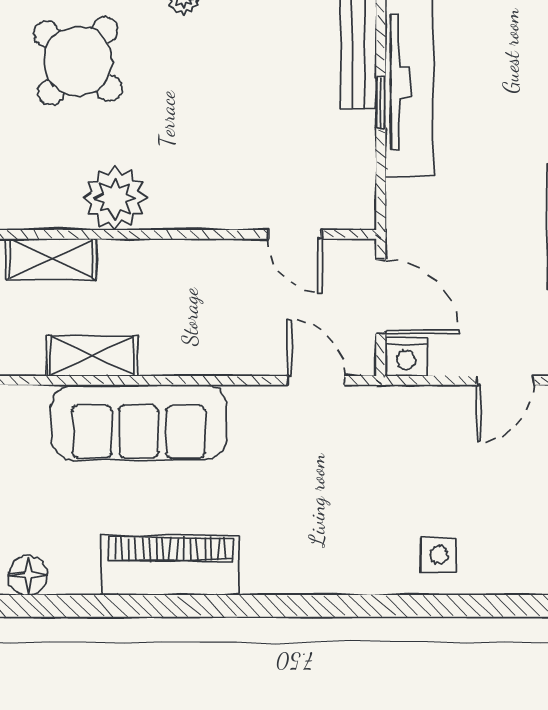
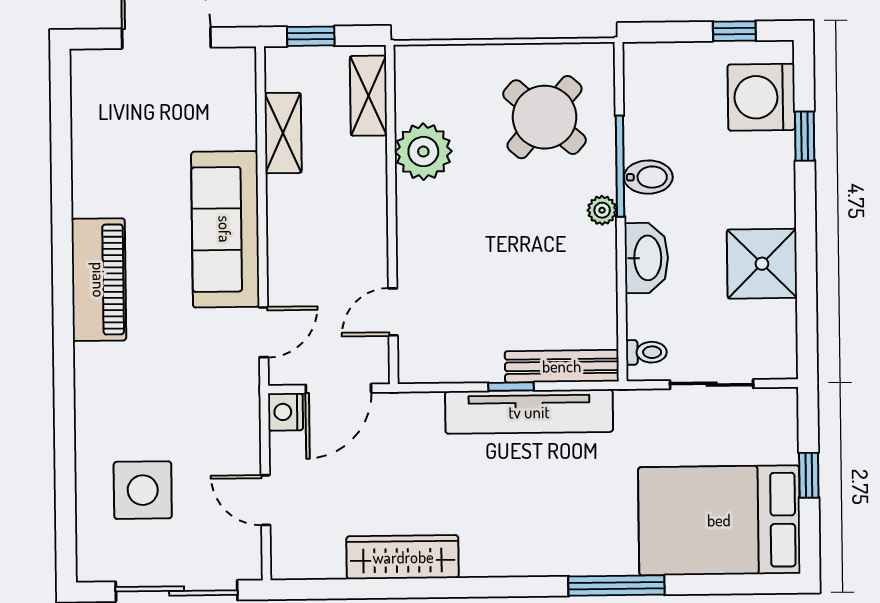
sofa: (139, 422) -> (225, 229), moved
side table: (439, 555) -> (143, 490), moved, width x1.87, depth x1.87
piano: (170, 565) -> (99, 280), moved
floor lamp: (28, 575) -> (87, 78), removed

